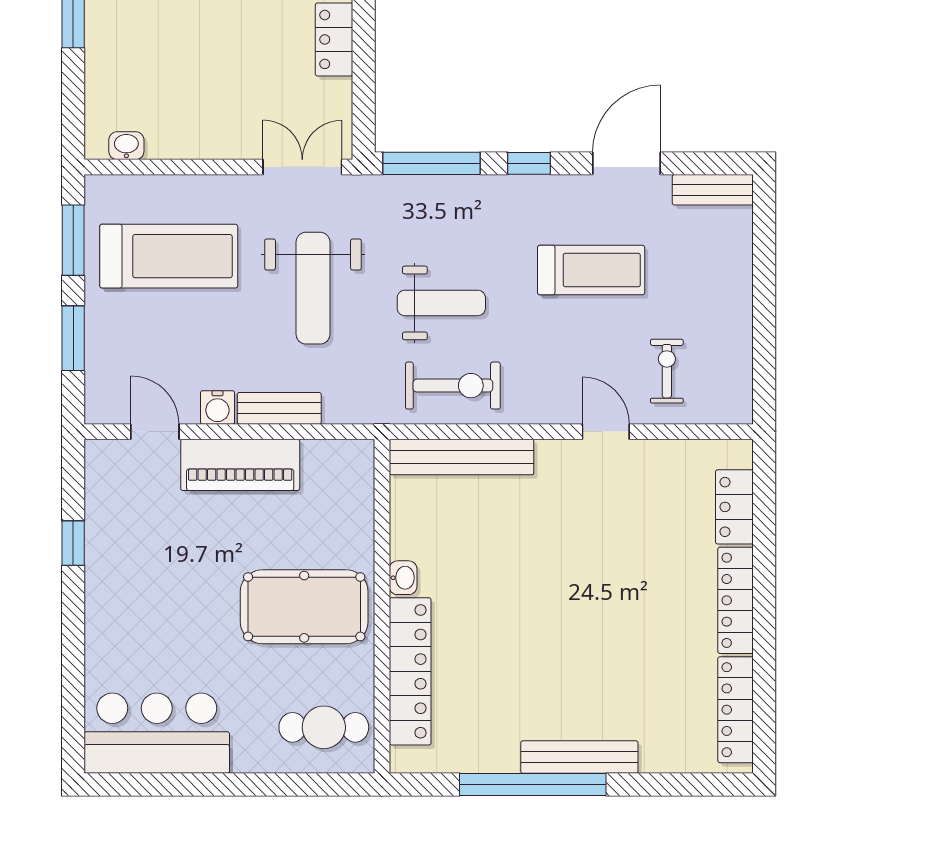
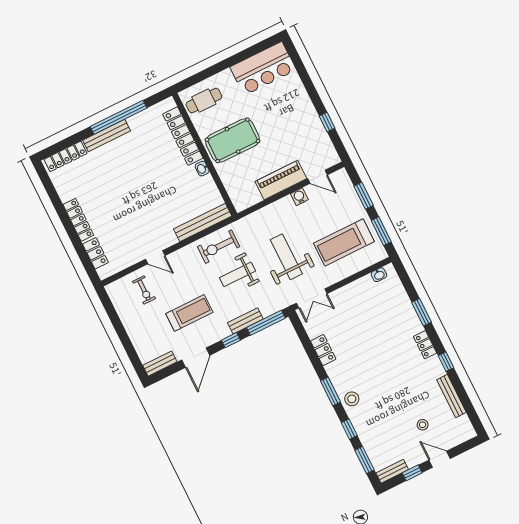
treadmill: (591, 270) -> (189, 313), turned 180
bench: (279, 408) -> (245, 321), moved
locker: (736, 710) -> (65, 156), moved, turned 90

